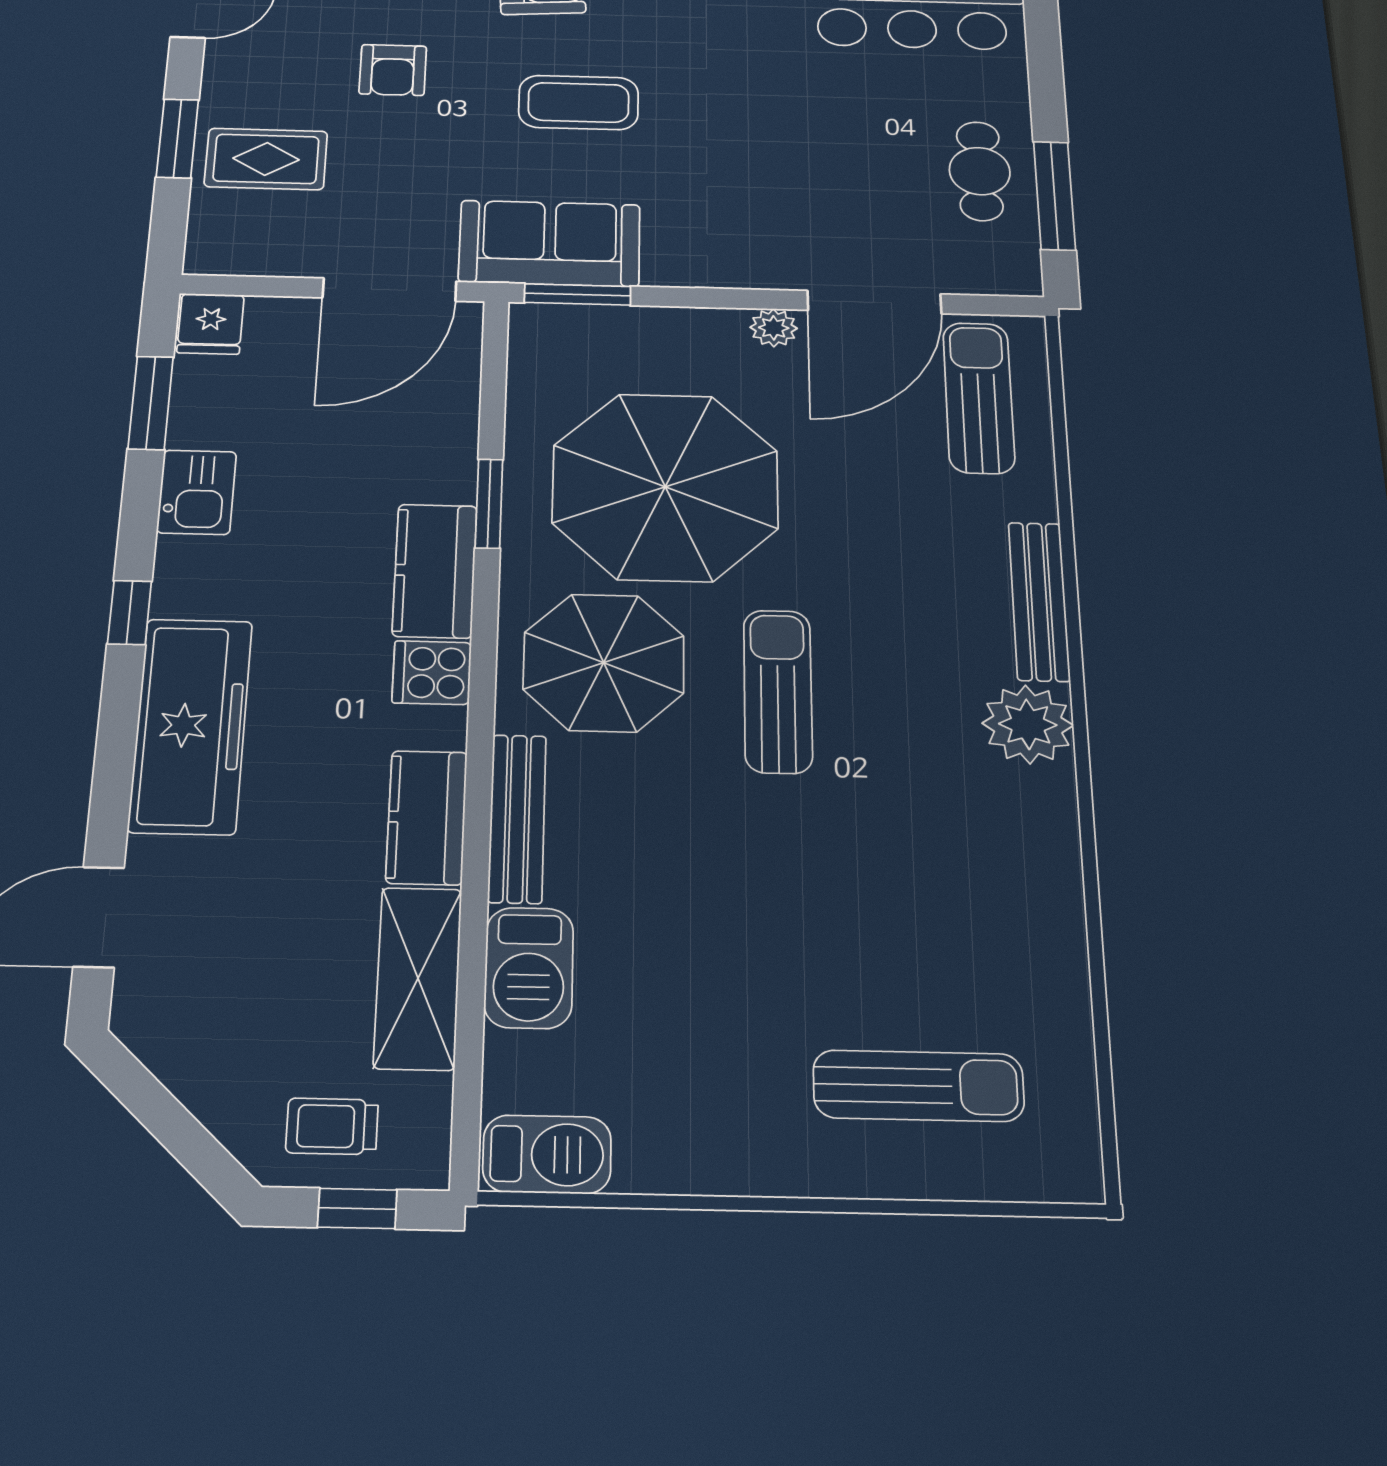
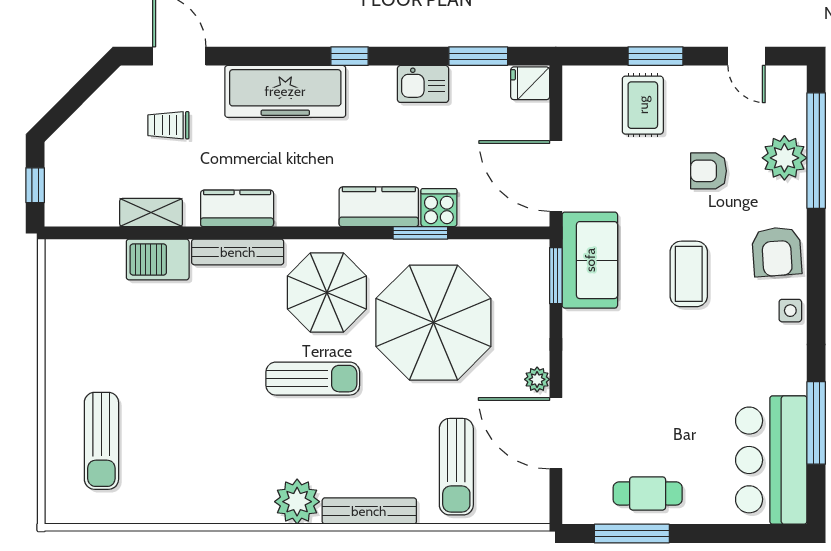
sun lounger: (979, 398) -> (456, 467), moved, turned 90
cooker: (432, 673) -> (439, 208), moved
shelving: (418, 978) -> (151, 212), width x0.67, depth x0.75
trolley: (332, 1126) -> (168, 125), moved, turned -90
barbecue: (547, 1154) -> (63, 270), removed

